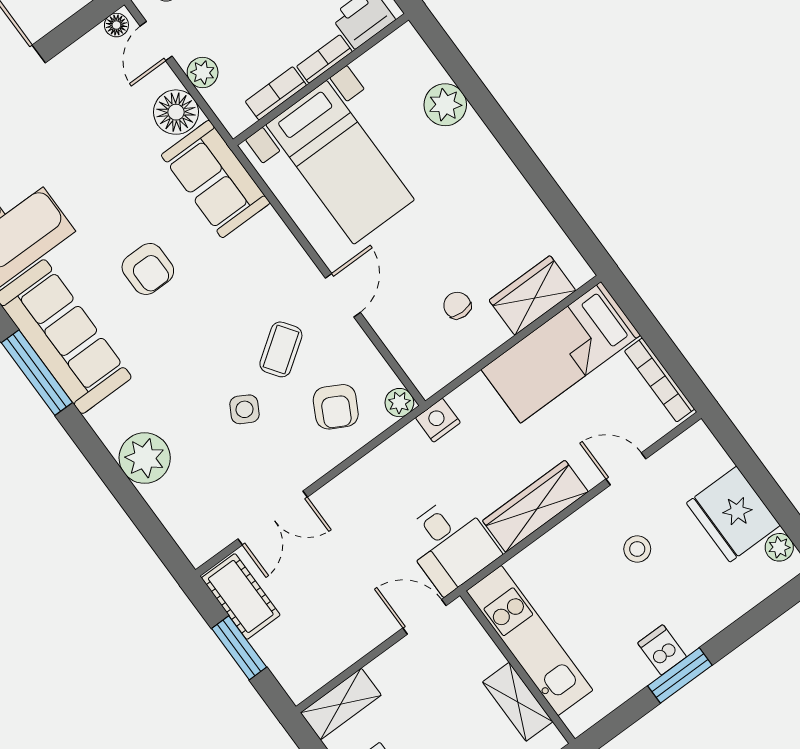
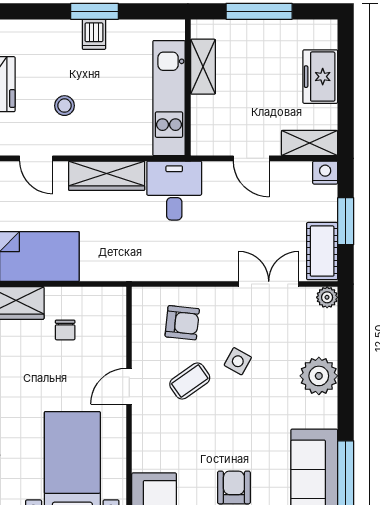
plant: (399, 403) -> (327, 297), moved
armchair: (336, 407) -> (182, 323), turned 68
nightstand: (438, 420) -> (325, 173), moved, turned 180
door: (424, 617) -> (251, 158), moved

